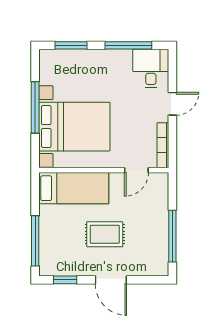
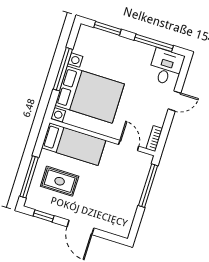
bookcase: (163, 145) -> (154, 139), width x0.64
door: (136, 170) -> (129, 145), swing flipped
rug: (105, 234) -> (60, 181), moved
window: (172, 236) -> (148, 186), moved

